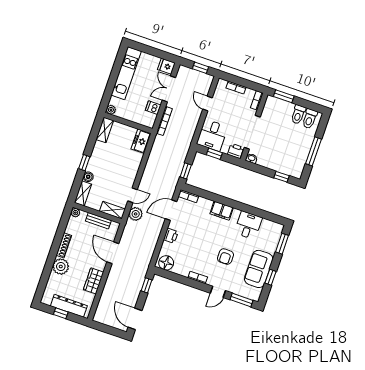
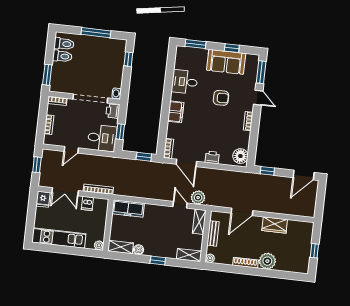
freezer: (141, 141) -> (128, 209), width x1.40
boiler: (88, 177) -> (139, 250), moved
dresser: (69, 306) -> (305, 244), removed

